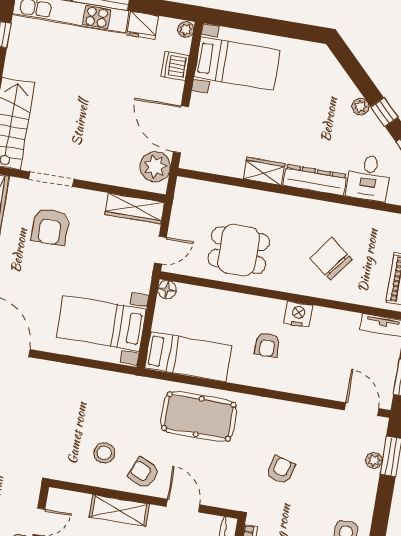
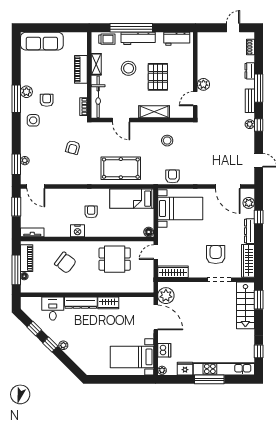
armchair: (144, 473) -> (173, 176), moved, turned -114

